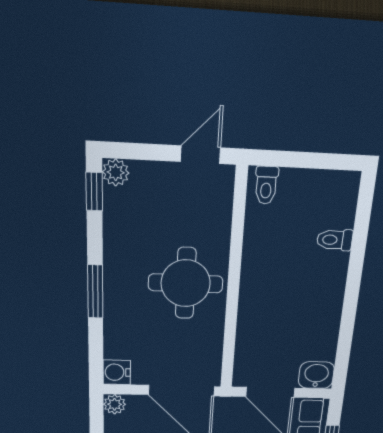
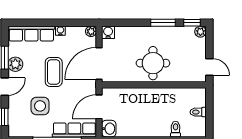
toilet: (266, 185) -> (198, 112), moved
window: (95, 292) -> (163, 23), moved

